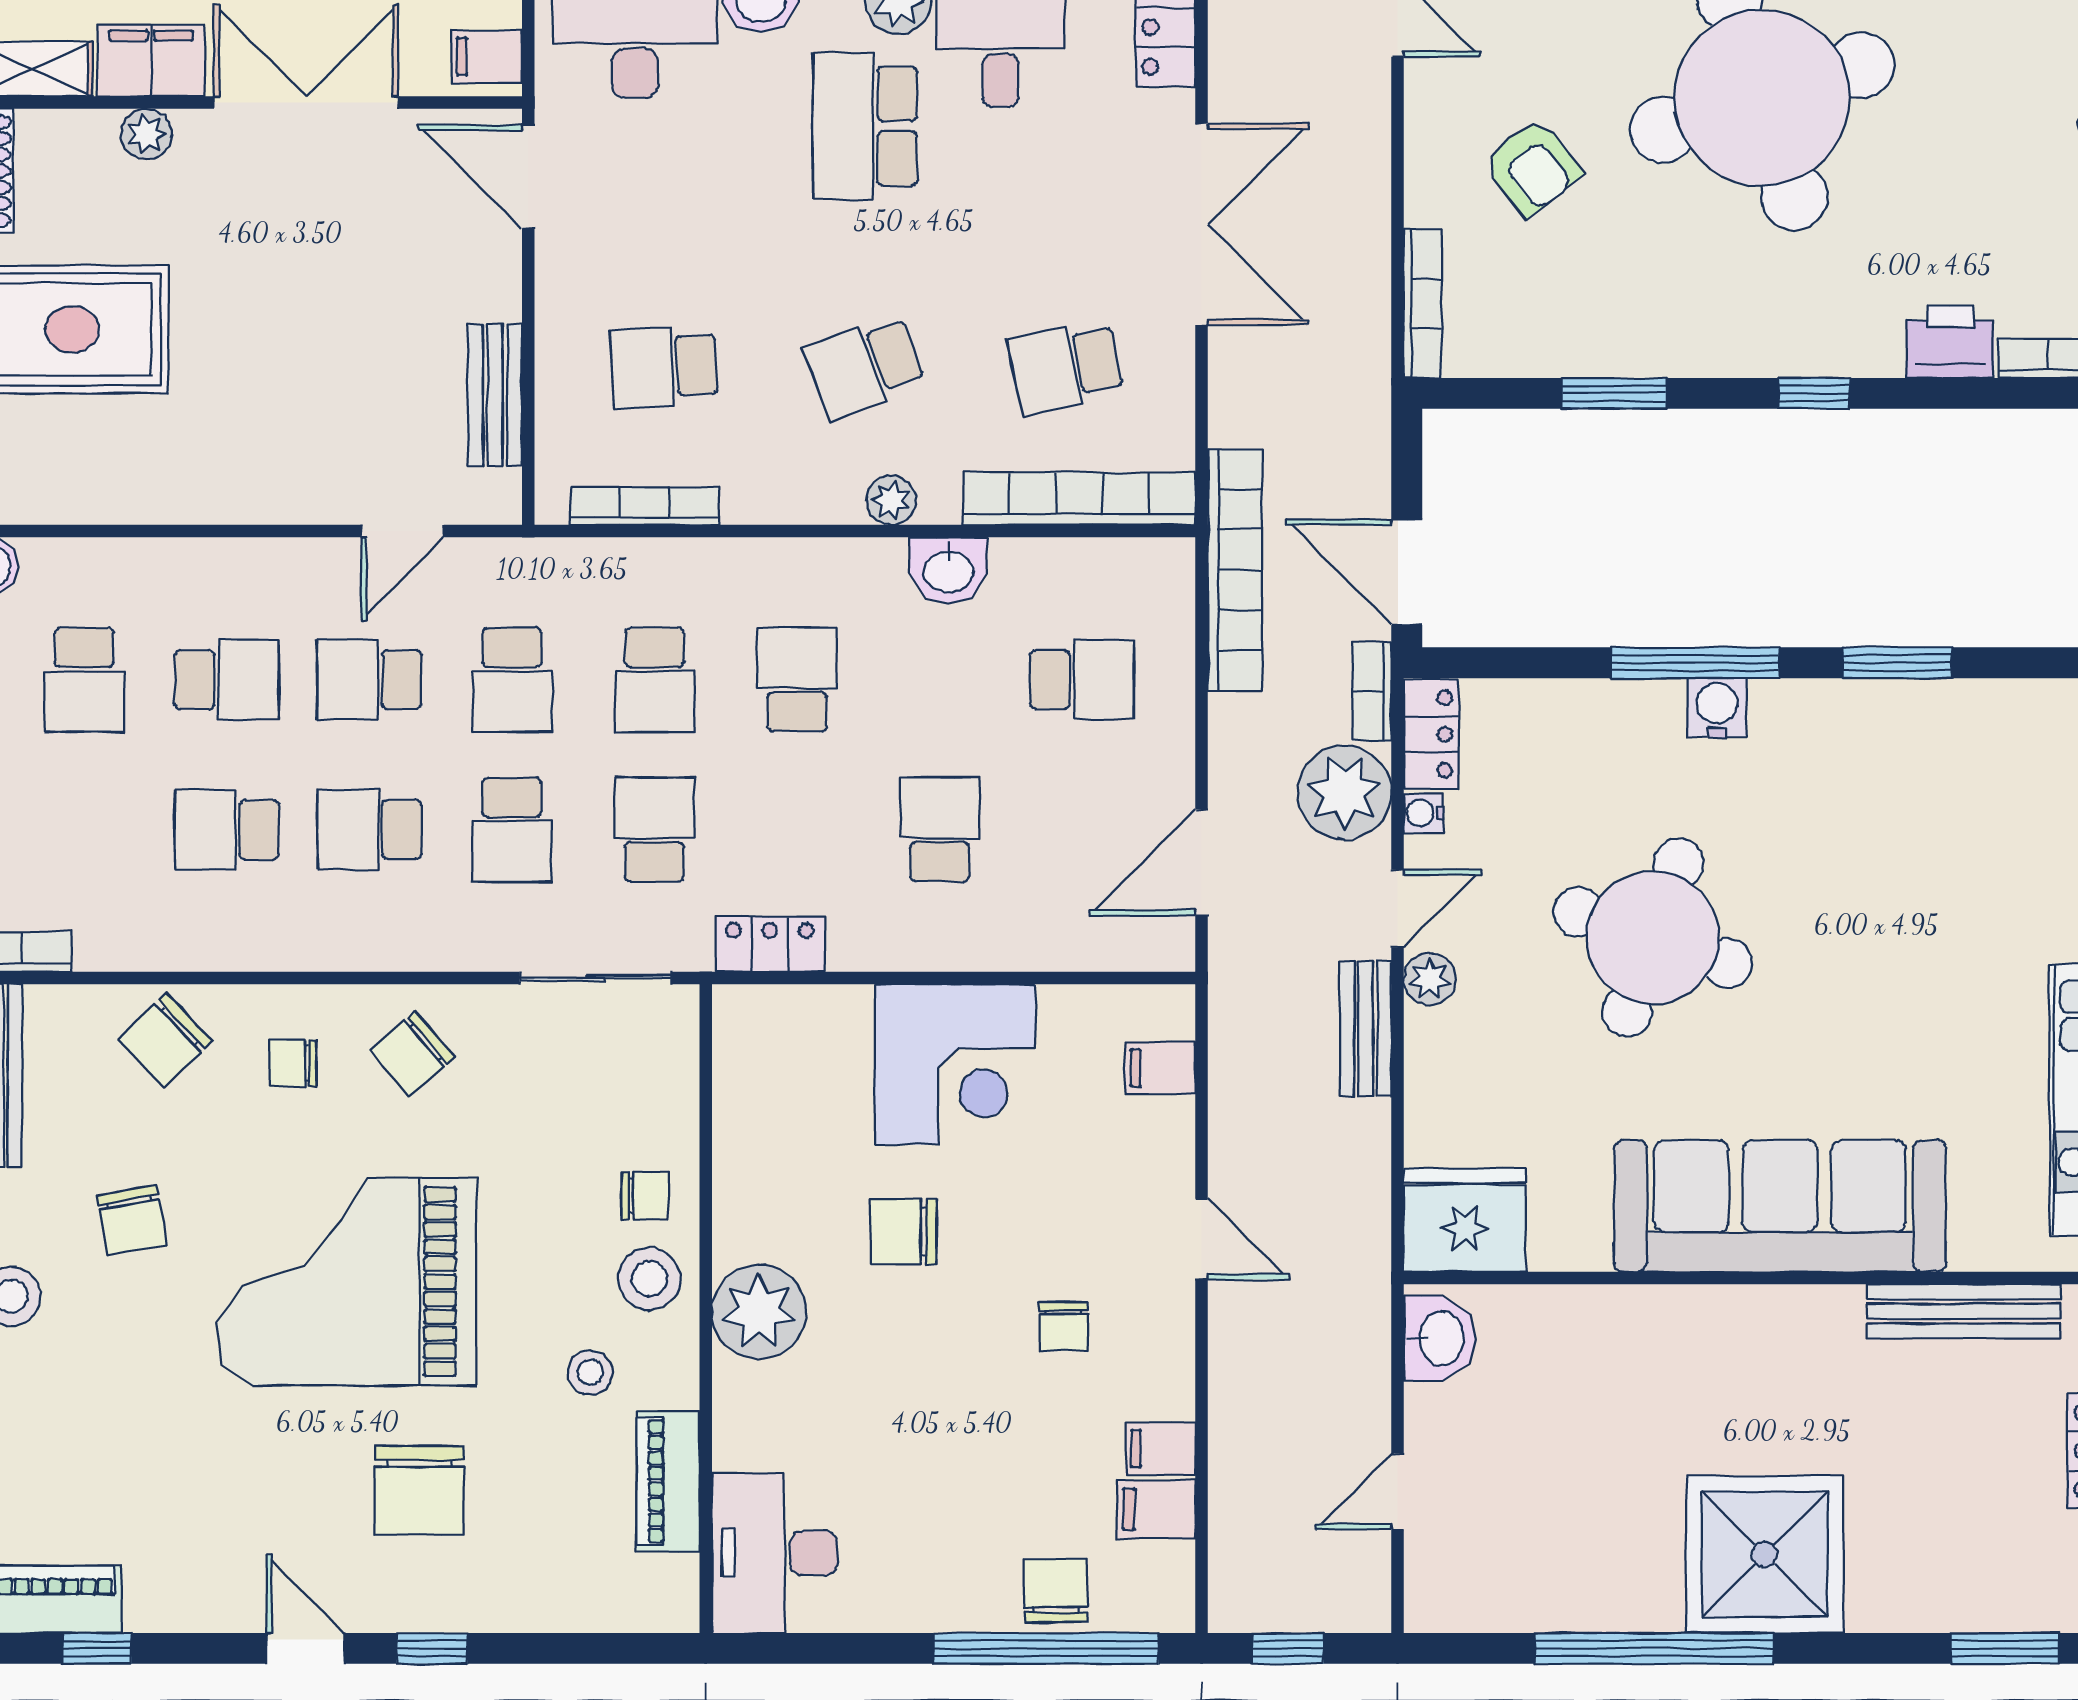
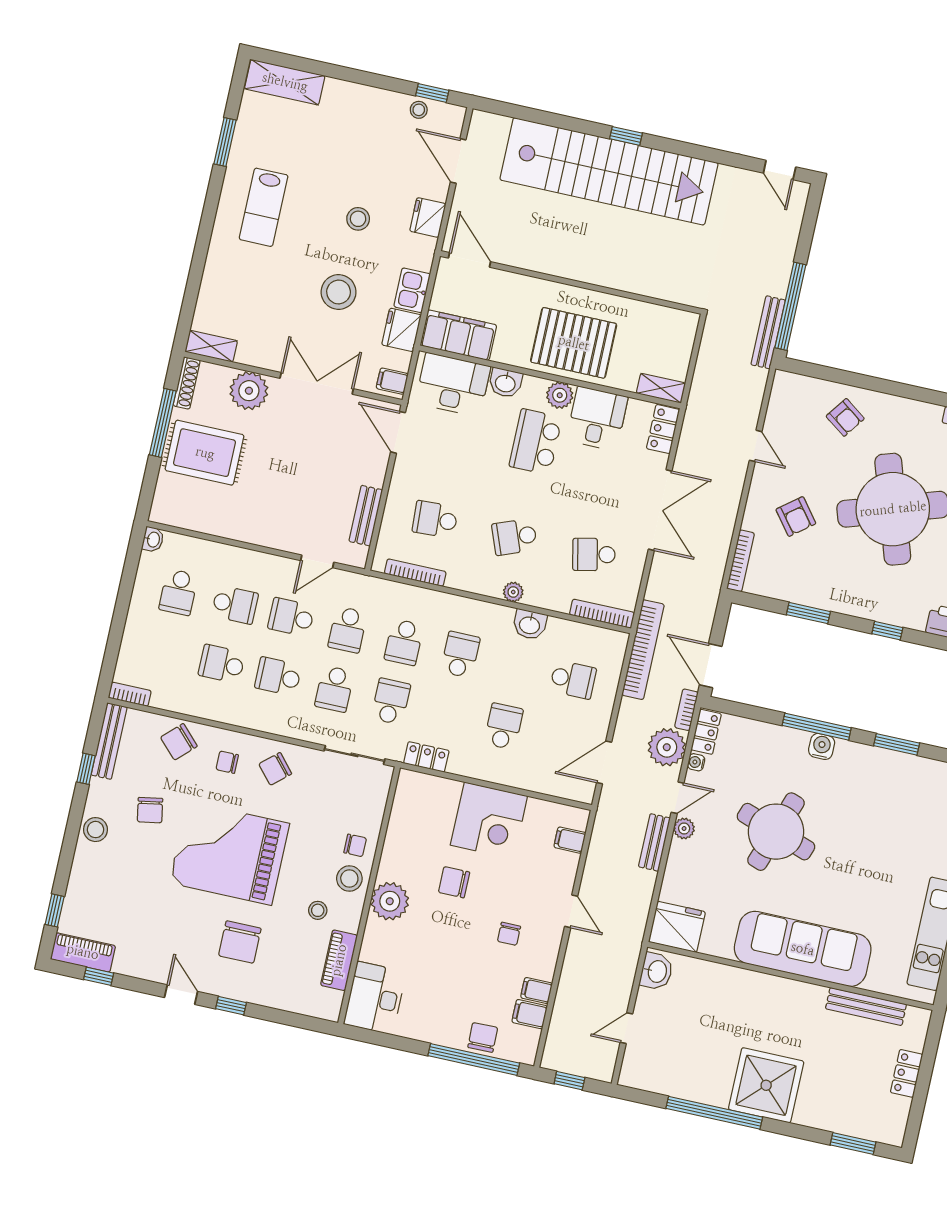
filing cabinet: (151, 61) -> (259, 353), removed
plant: (146, 134) -> (249, 391), width x1.87, depth x1.87
bookcase: (1079, 499) -> (602, 614), width x0.68, depth x0.76

